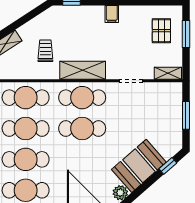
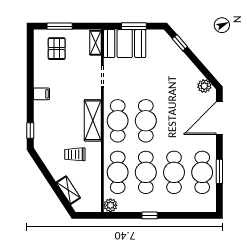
pallet: (161, 31) -> (57, 49), turned 90
booth: (139, 166) -> (125, 44), moved, turned -49

